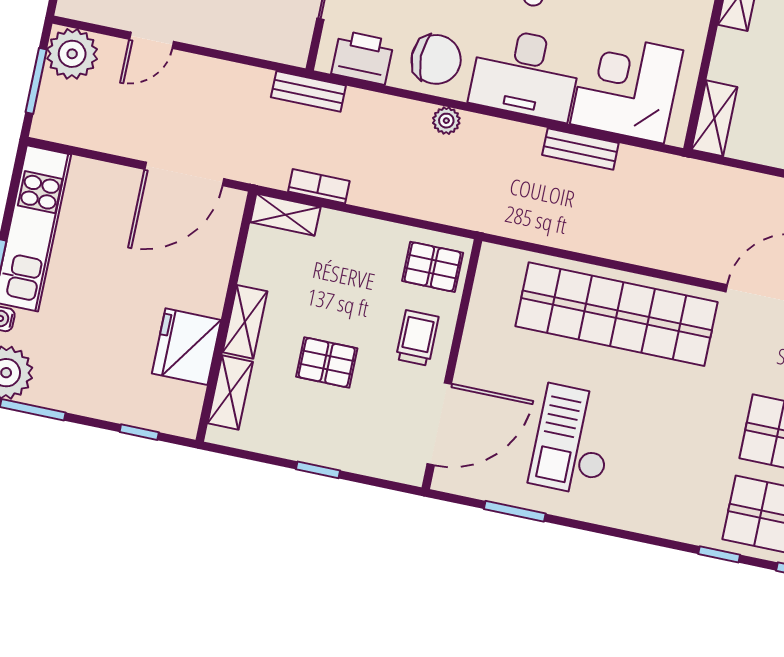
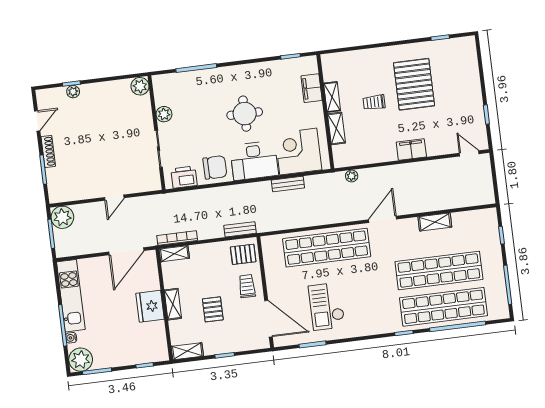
door: (152, 40) -> (114, 198), moved
bench: (308, 91) -> (240, 229), moved
shelving: (714, 118) -> (336, 128), moved
plant: (446, 121) -> (352, 176), moved
bookcase: (319, 186) -> (177, 238), width x1.56
fridge: (186, 347) -> (150, 306), moved
pallet: (327, 363) -> (213, 309), turned 90
shelving: (230, 392) -> (187, 351), moved, turned 90
door: (439, 424) -> (269, 319), hinge flipped

